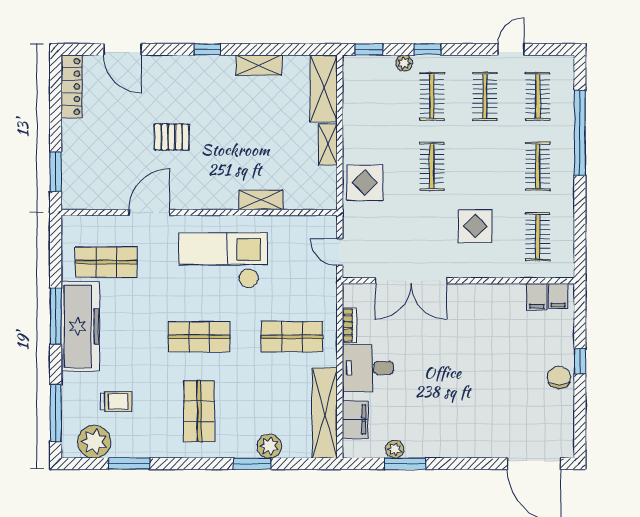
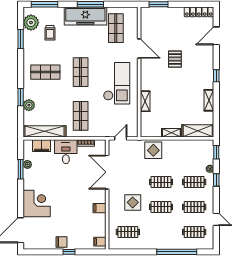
clothes rail: (538, 166) -> (161, 207), moved
filing cabinet: (537, 297) -> (99, 208), moved
corner desk: (477, 430) -> (37, 203), added

